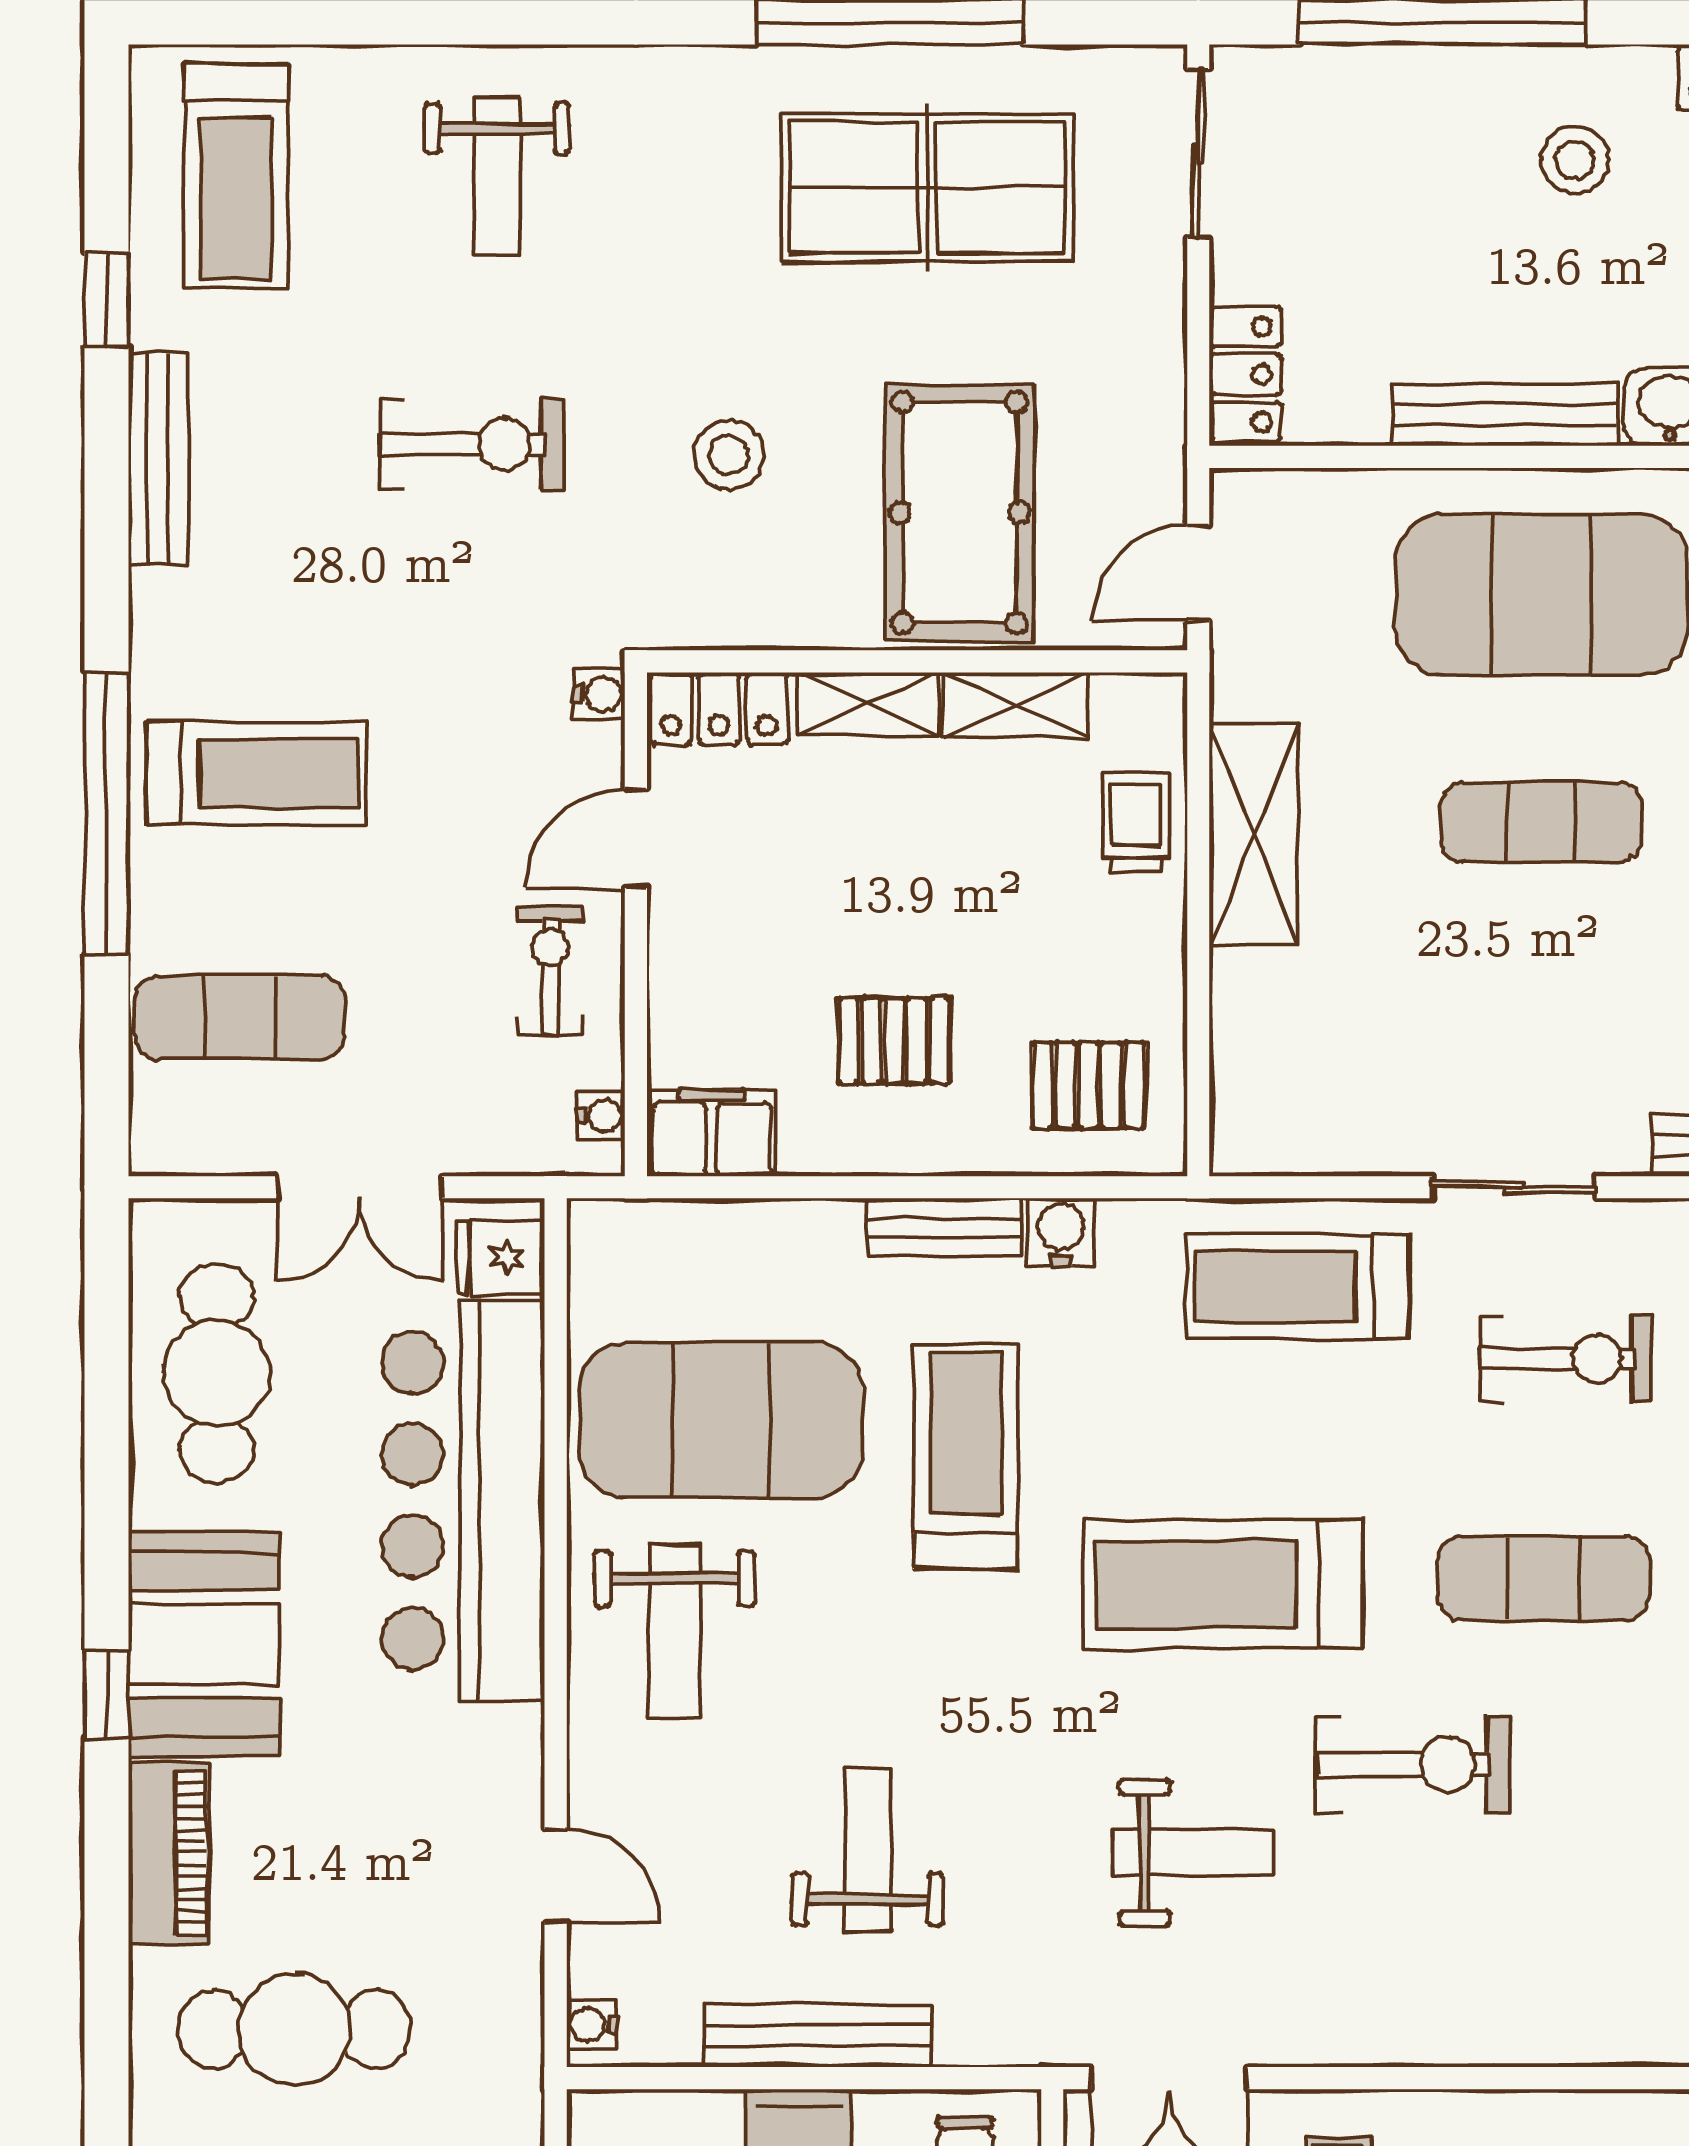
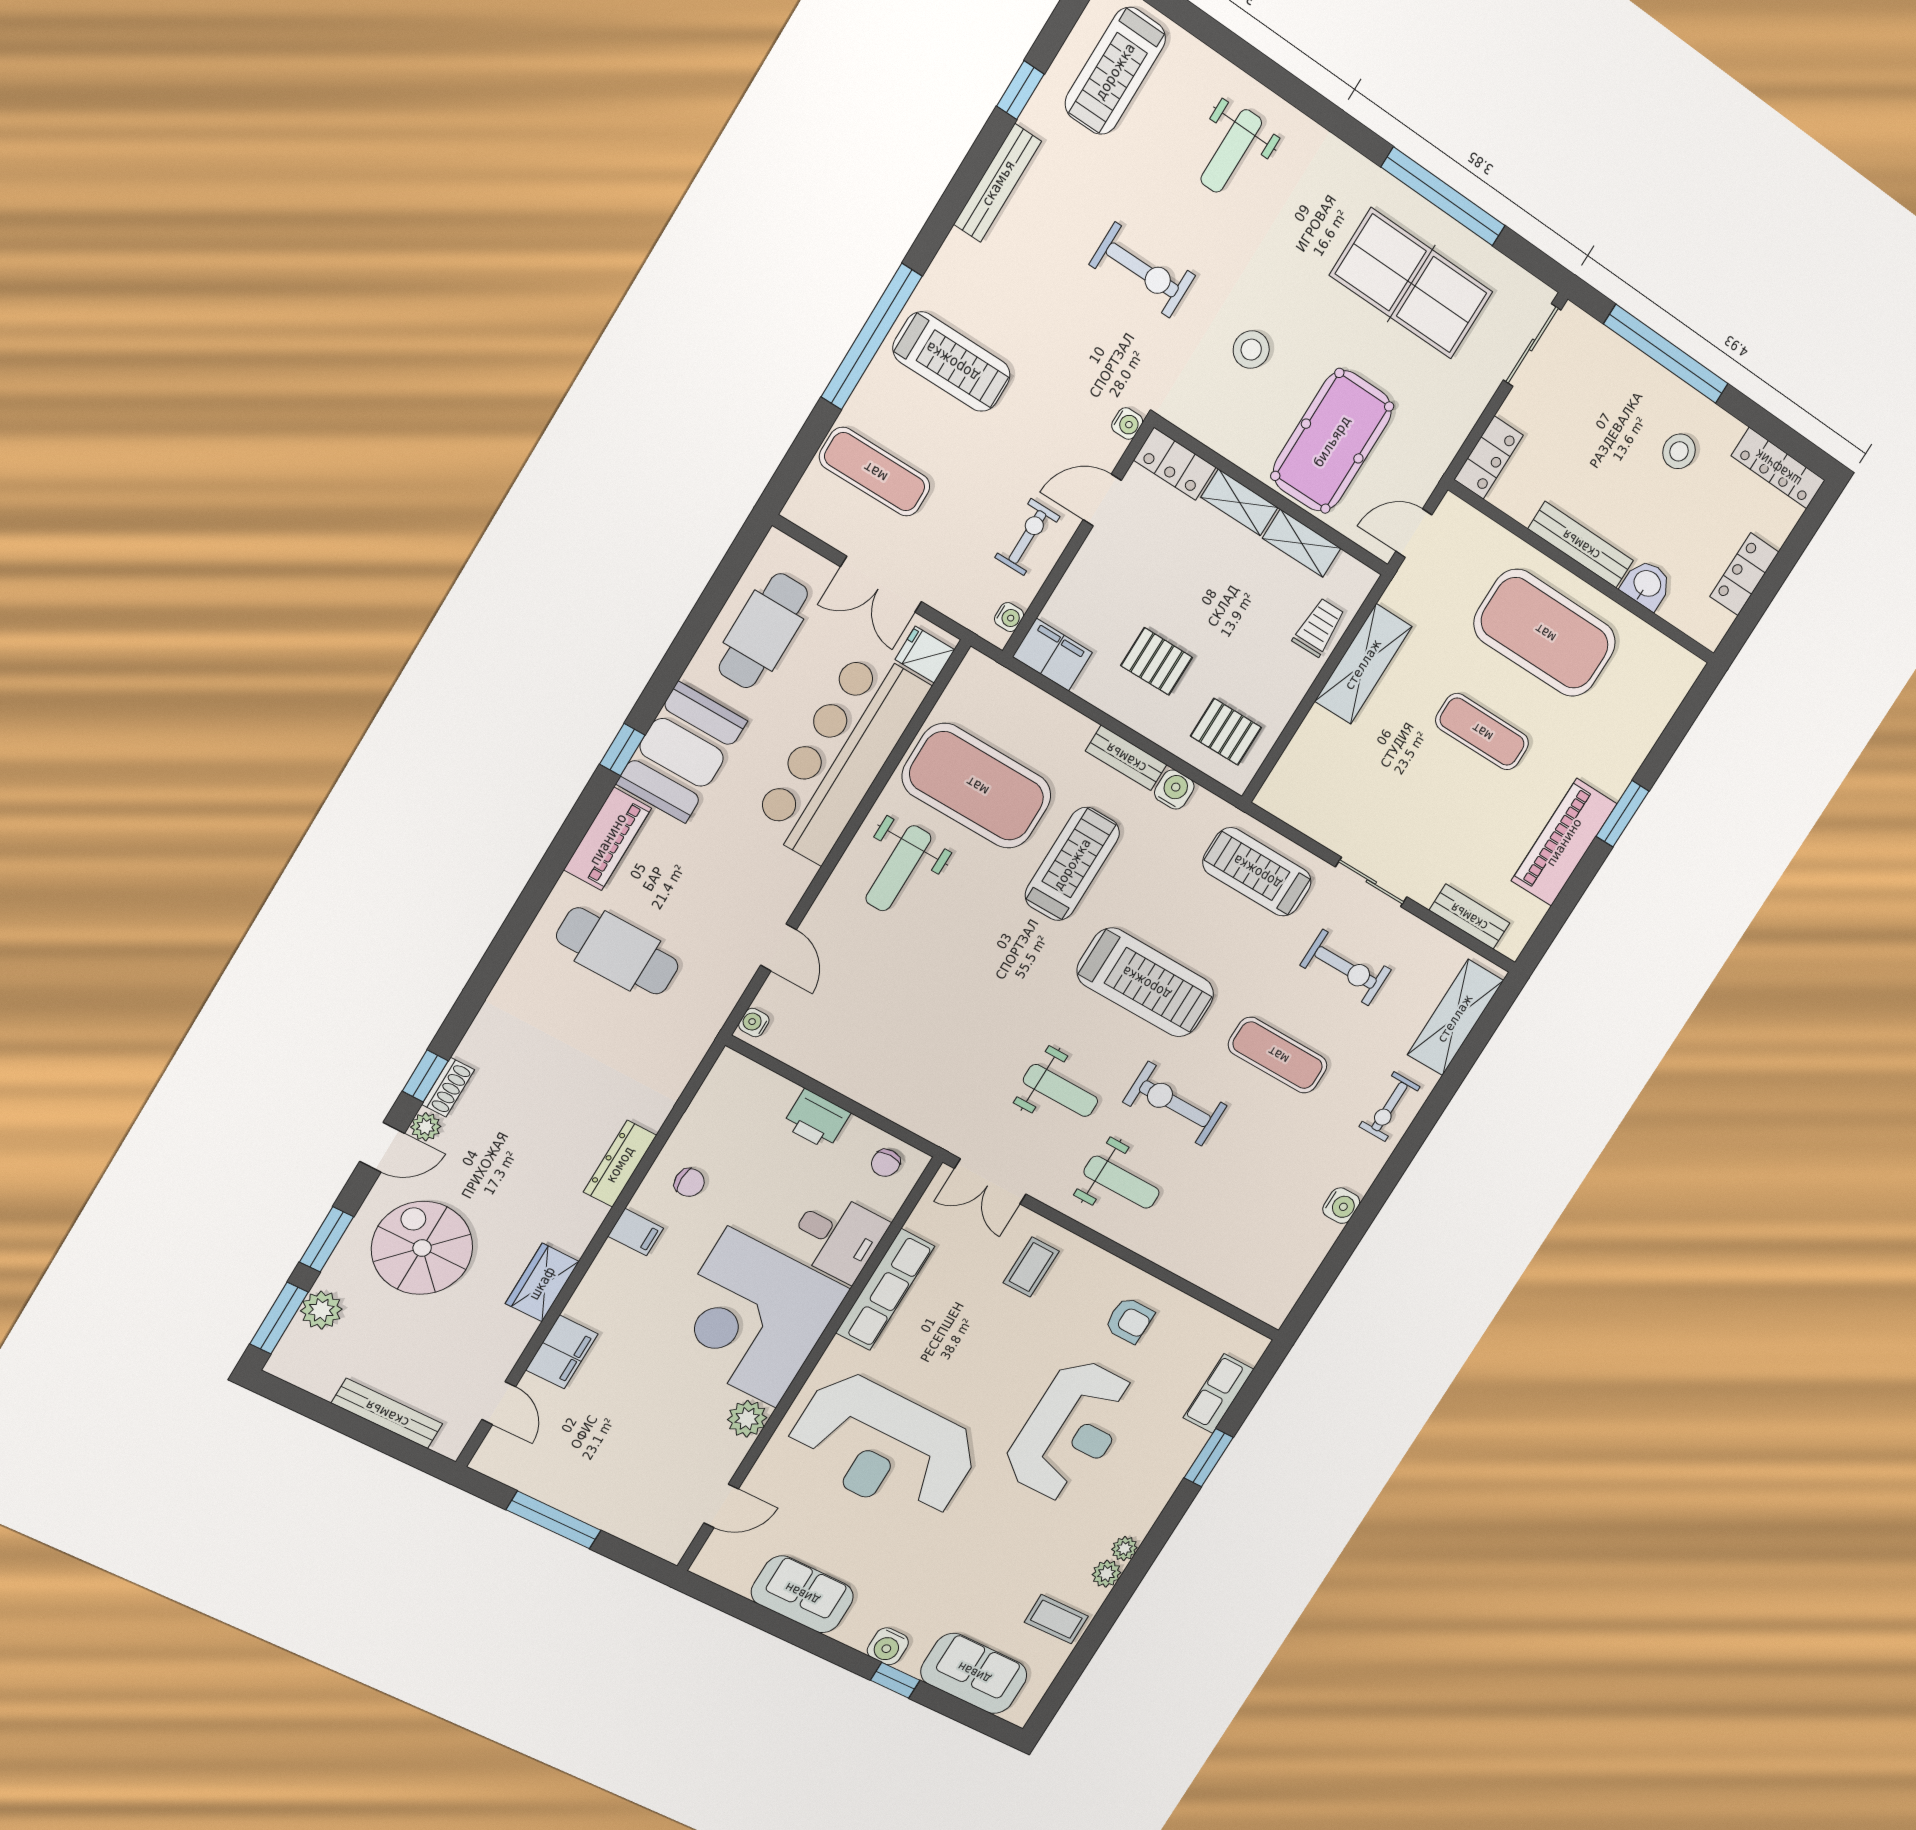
treadmill: (1223, 1584) -> (1146, 983), turned 180
exercise bike: (1413, 1764) -> (1175, 1104), turned 180
weight bench: (868, 1850) -> (1122, 1182), moved, turned 90
bench: (818, 2035) -> (851, 1081), removed

